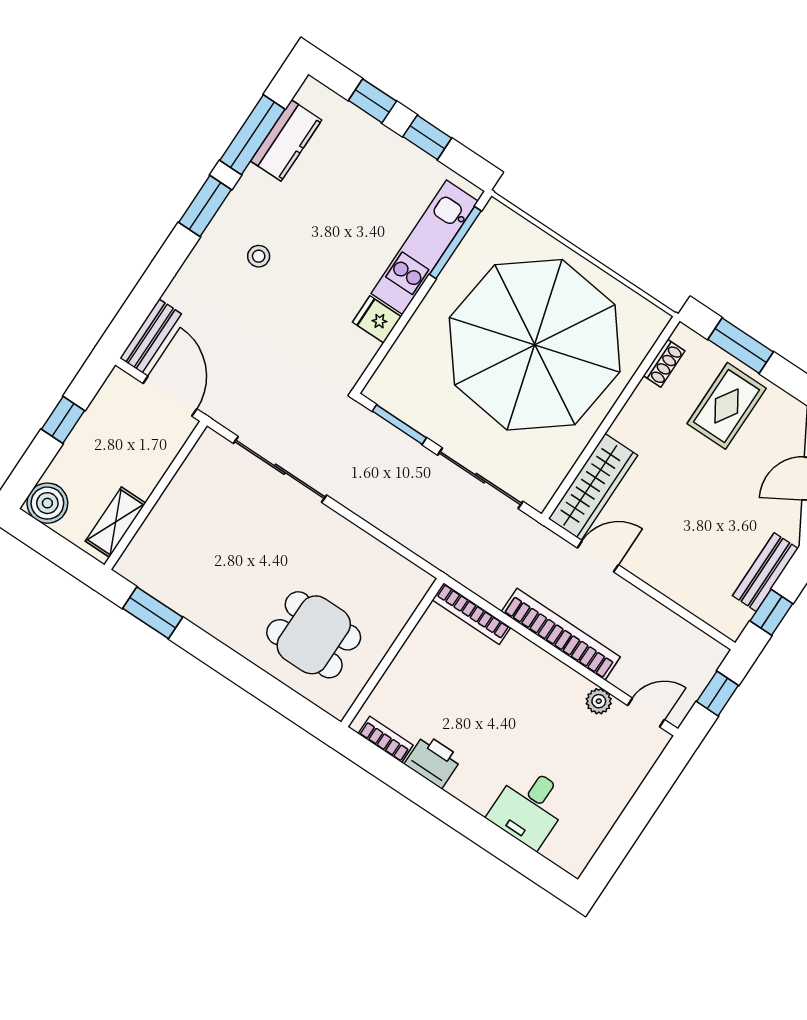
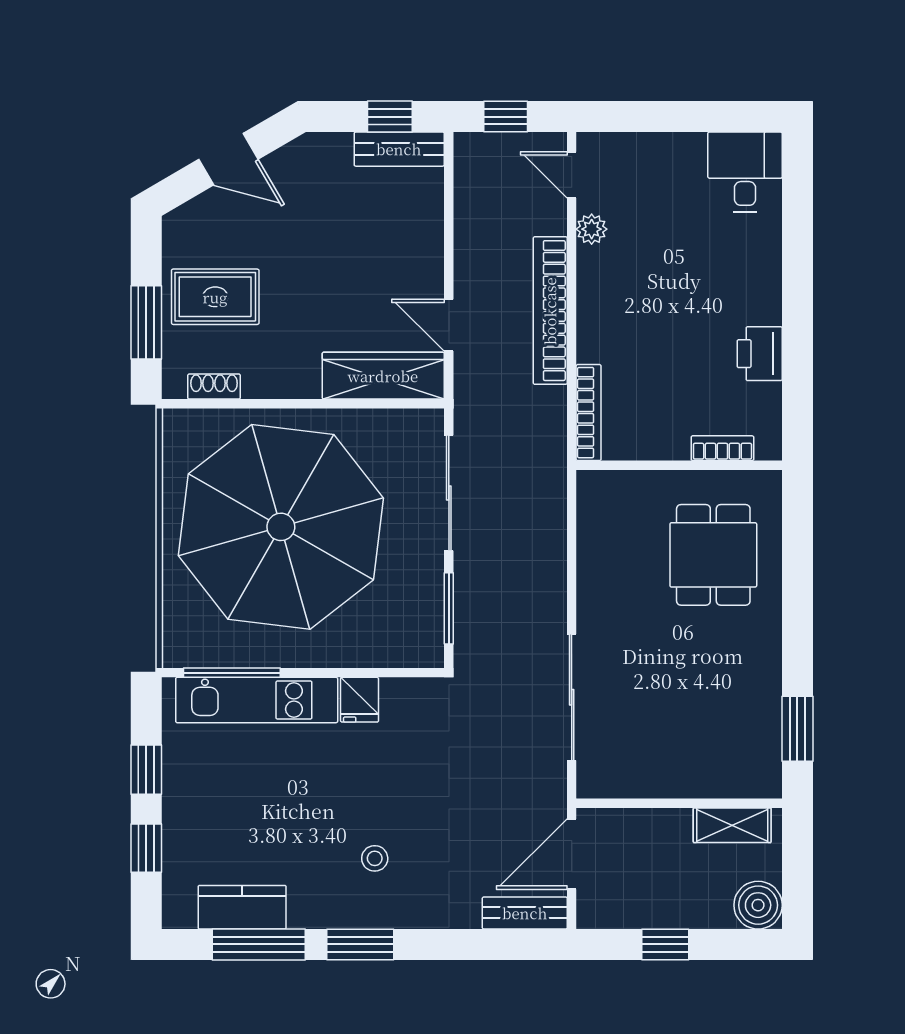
bench: (765, 572) -> (399, 149), moved
bookcase: (386, 739) -> (722, 448), moved, turned 90
desk: (529, 807) -> (745, 172), moved, turned -90

